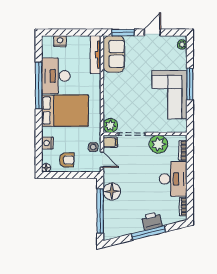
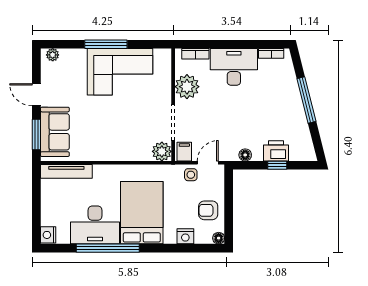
nightstand: (60, 41) -> (48, 235), moved
sofa: (114, 54) -> (55, 132), moved, turned 90
armchair: (67, 160) -> (208, 210), turned -90
floor lamp: (112, 191) -> (245, 155), width x0.53, depth x0.53
window: (100, 211) -> (277, 165), width x0.32
printer: (152, 221) -> (276, 151), moved, turned 104

